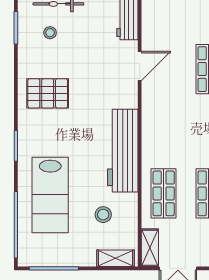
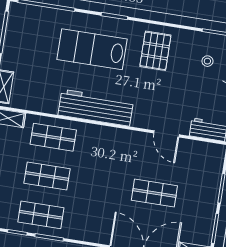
lab bench: (50, 195) -> (92, 49), moved
stool: (103, 215) -> (43, 82), removed

